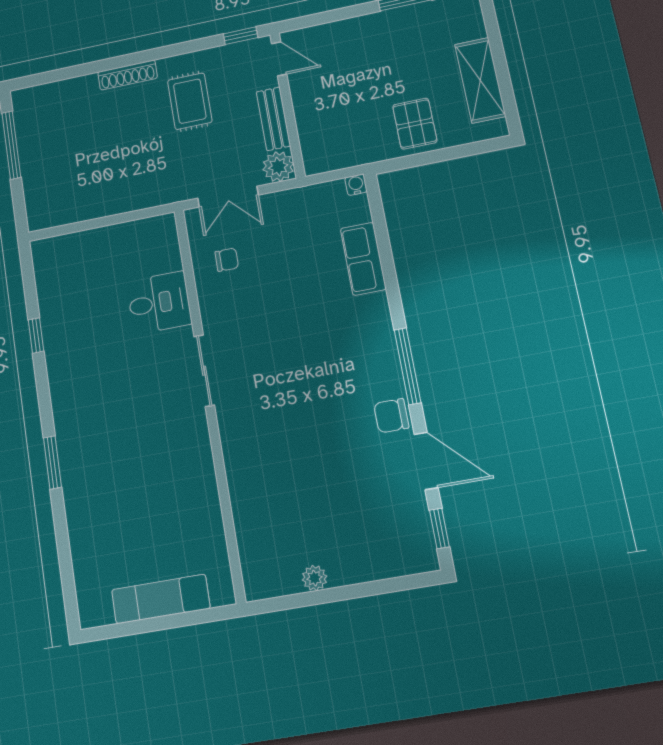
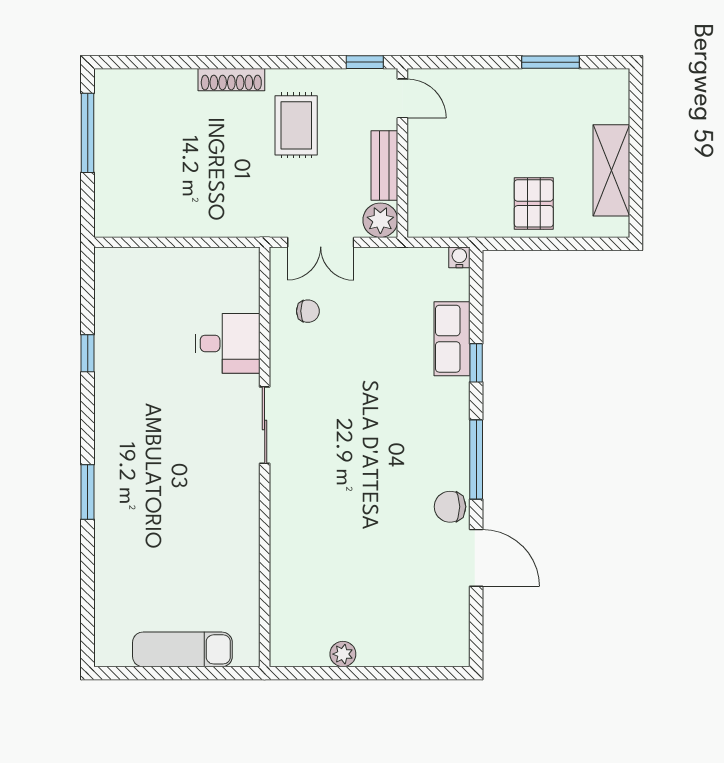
window: (439, 528) -> (476, 363), moved

